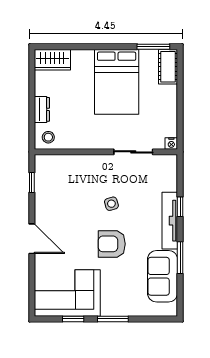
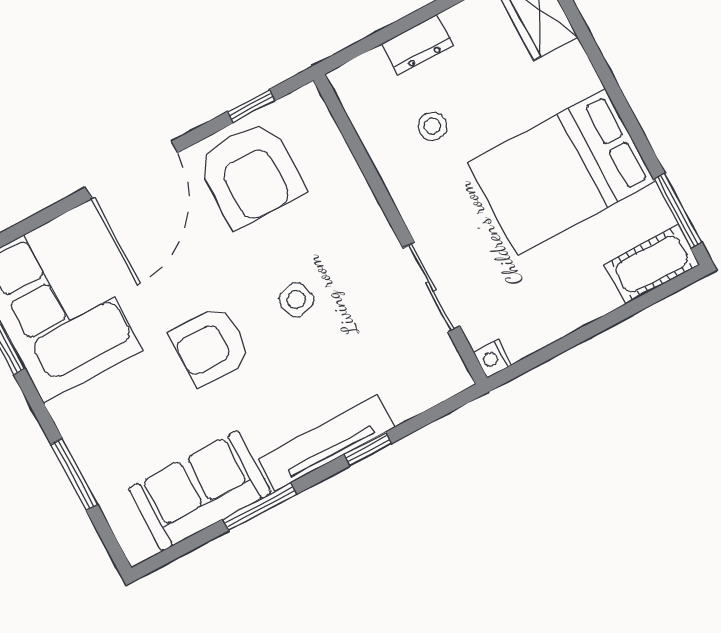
stool: (48, 137) -> (432, 126), moved
armchair: (57, 196) -> (251, 174), added
door: (32, 239) -> (131, 170), width x1.36
armchair: (112, 244) -> (211, 346), turned -90
window: (113, 319) -> (74, 474), moved

